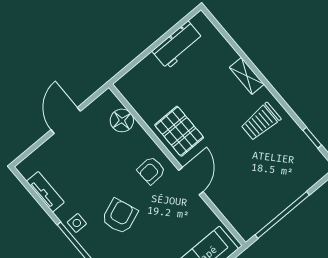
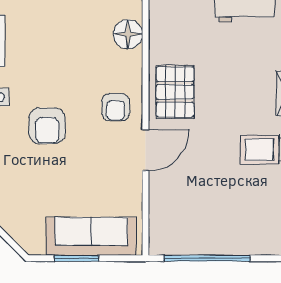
armchair: (151, 170) -> (116, 107), turned -87
armchair: (120, 216) -> (47, 126), turned 111

